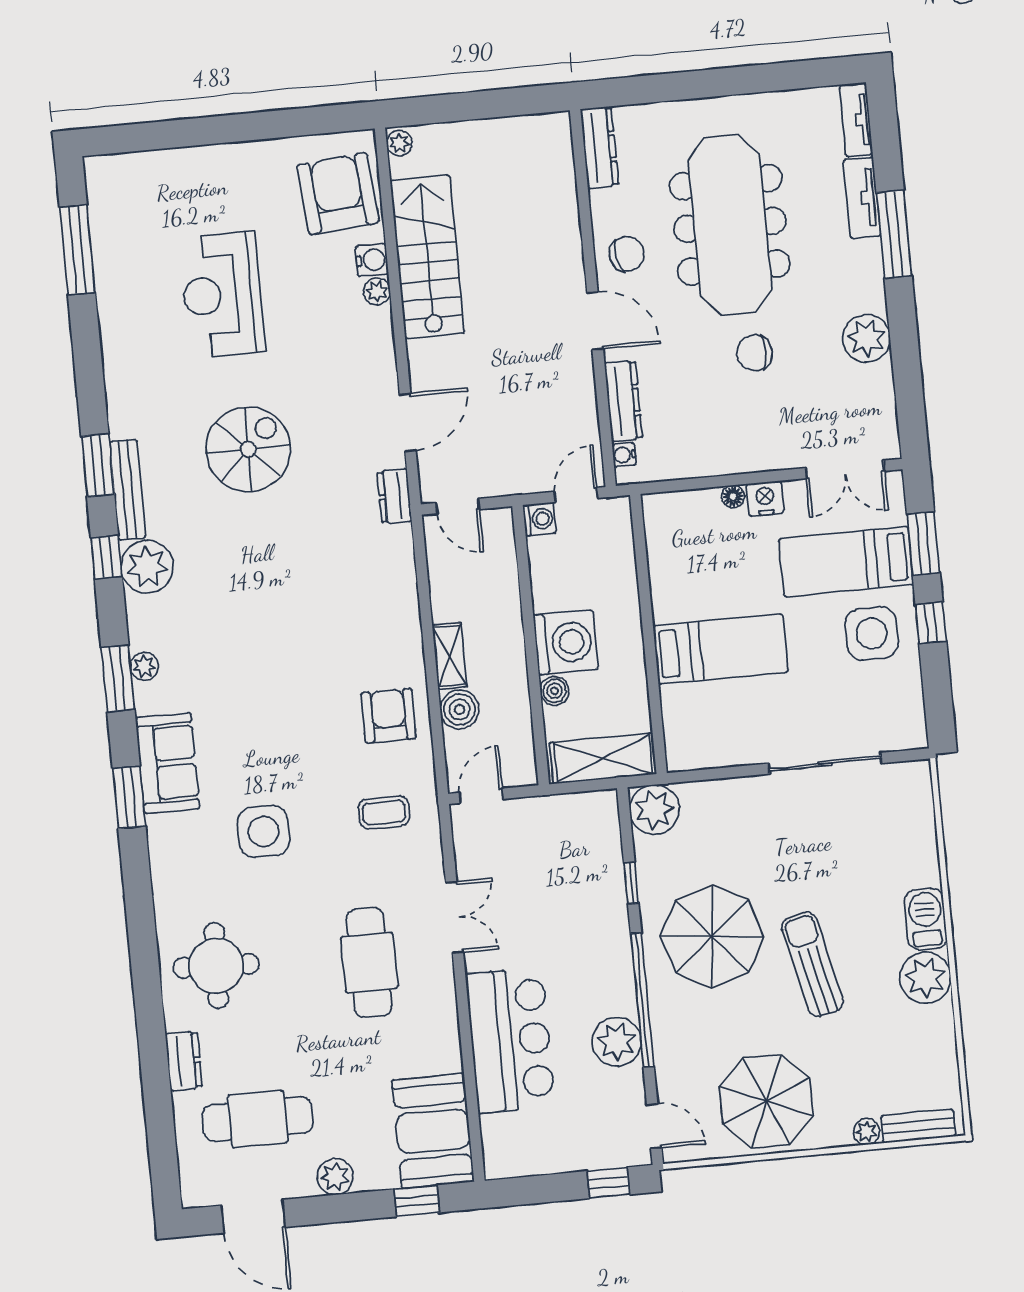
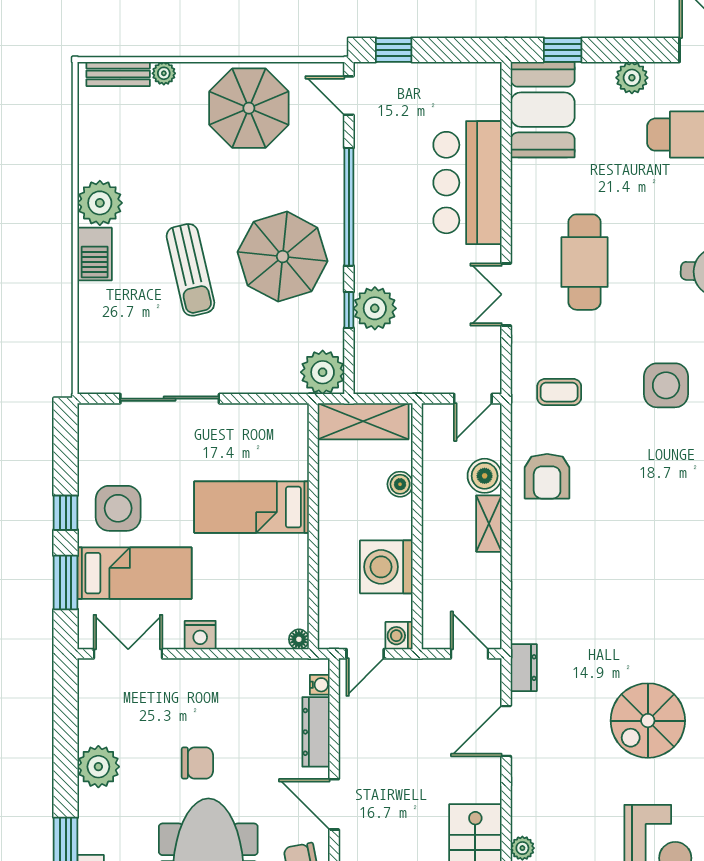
floor lamp: (733, 497) -> (299, 639), moved
washing machine: (566, 642) -> (386, 567), moved
sun lounger: (812, 964) -> (190, 270), moved
plant: (617, 1042) -> (375, 308), moved

